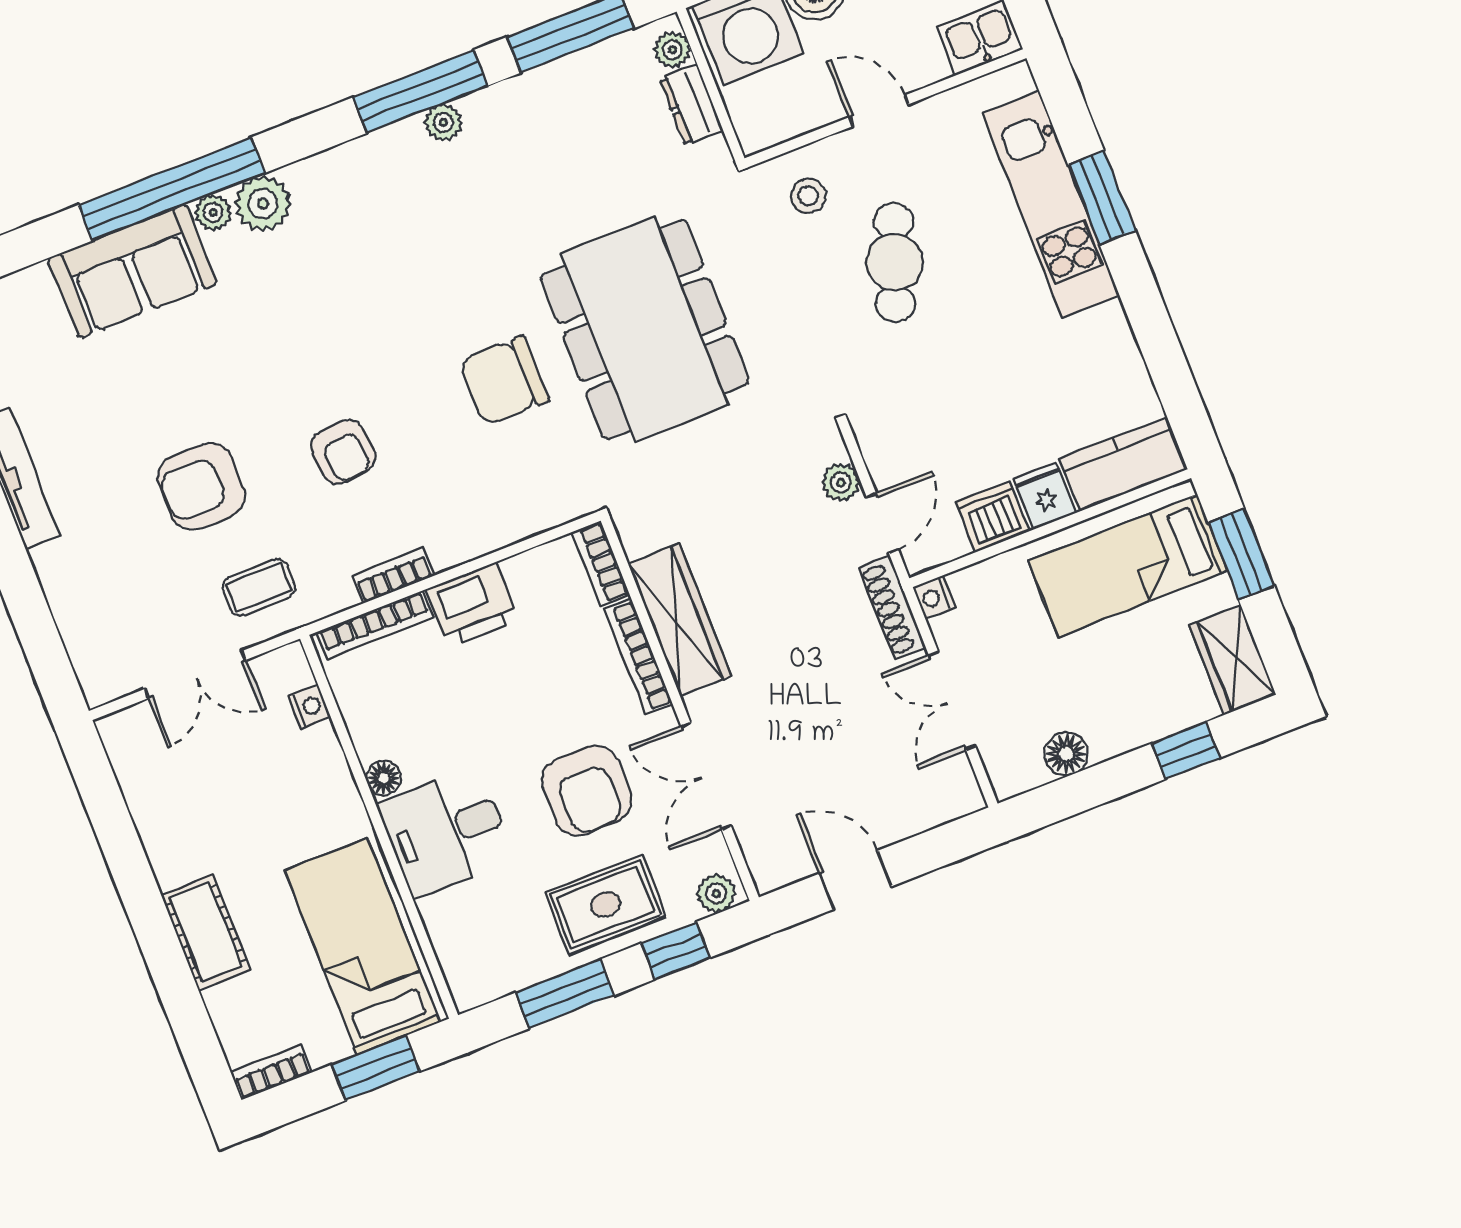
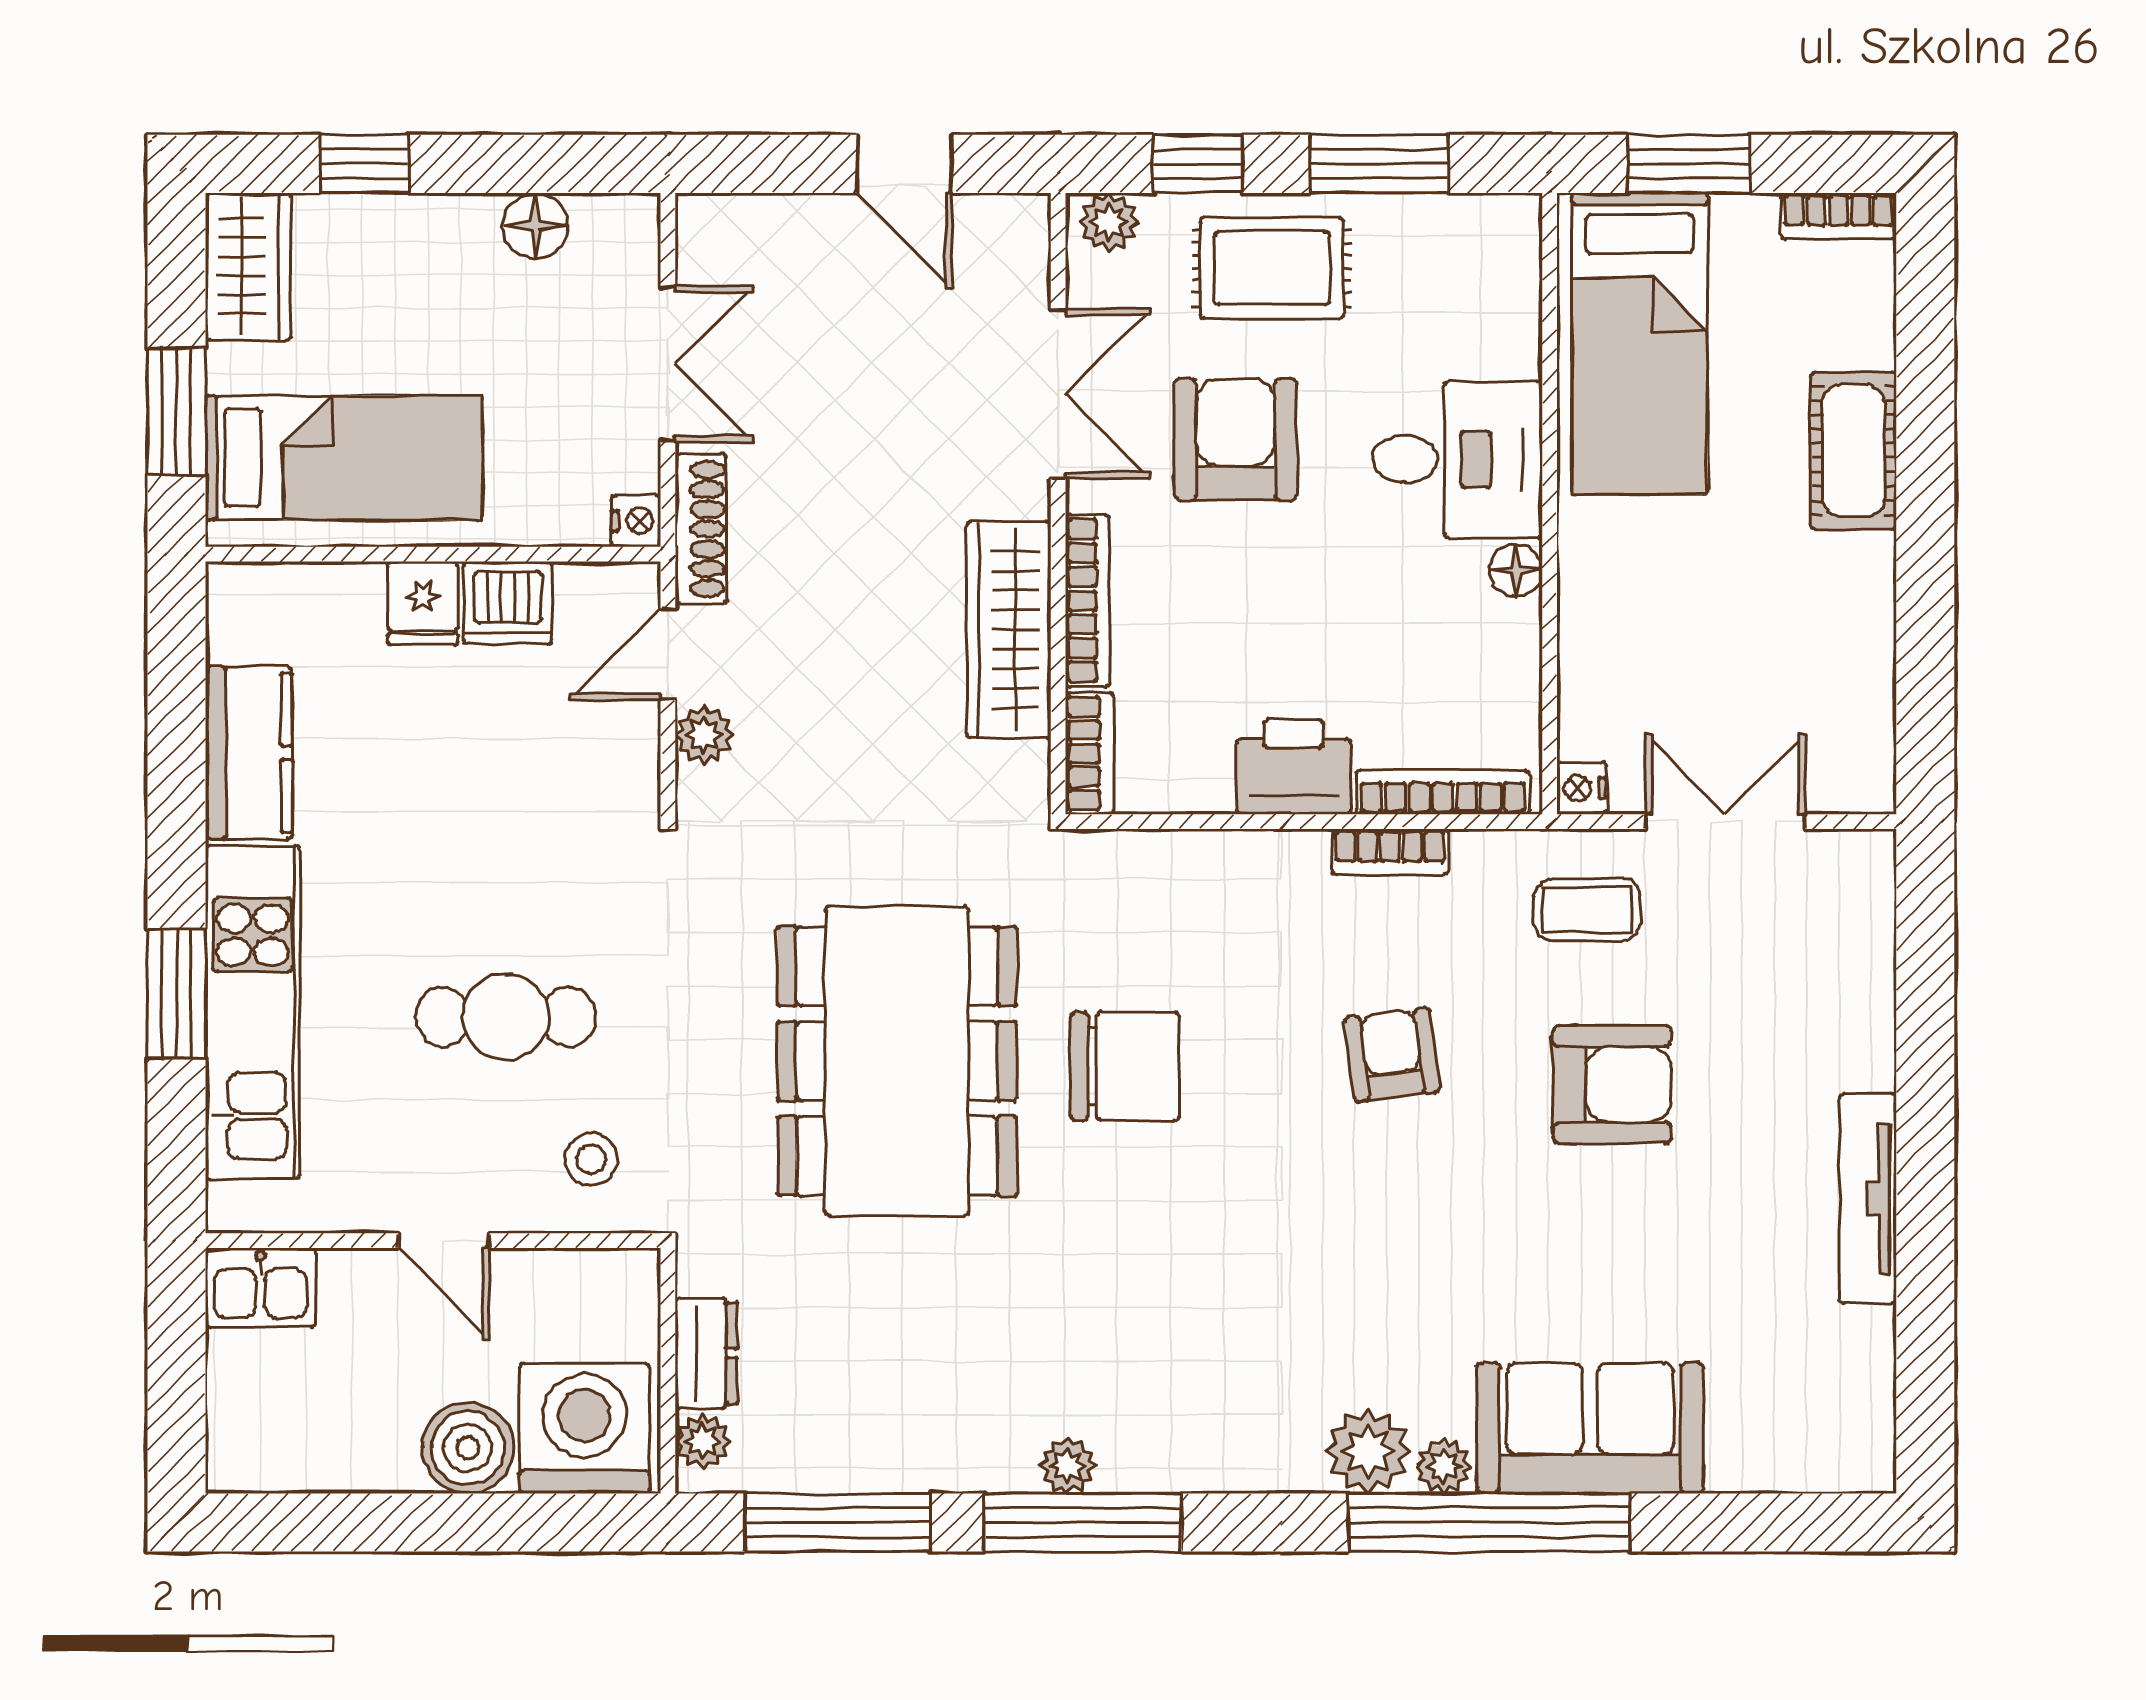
cafe table: (895, 262) -> (506, 1017), turned 70
kitchen counter: (1122, 464) -> (249, 753), moved, turned -90
nightstand: (309, 707) -> (1581, 788), moved

